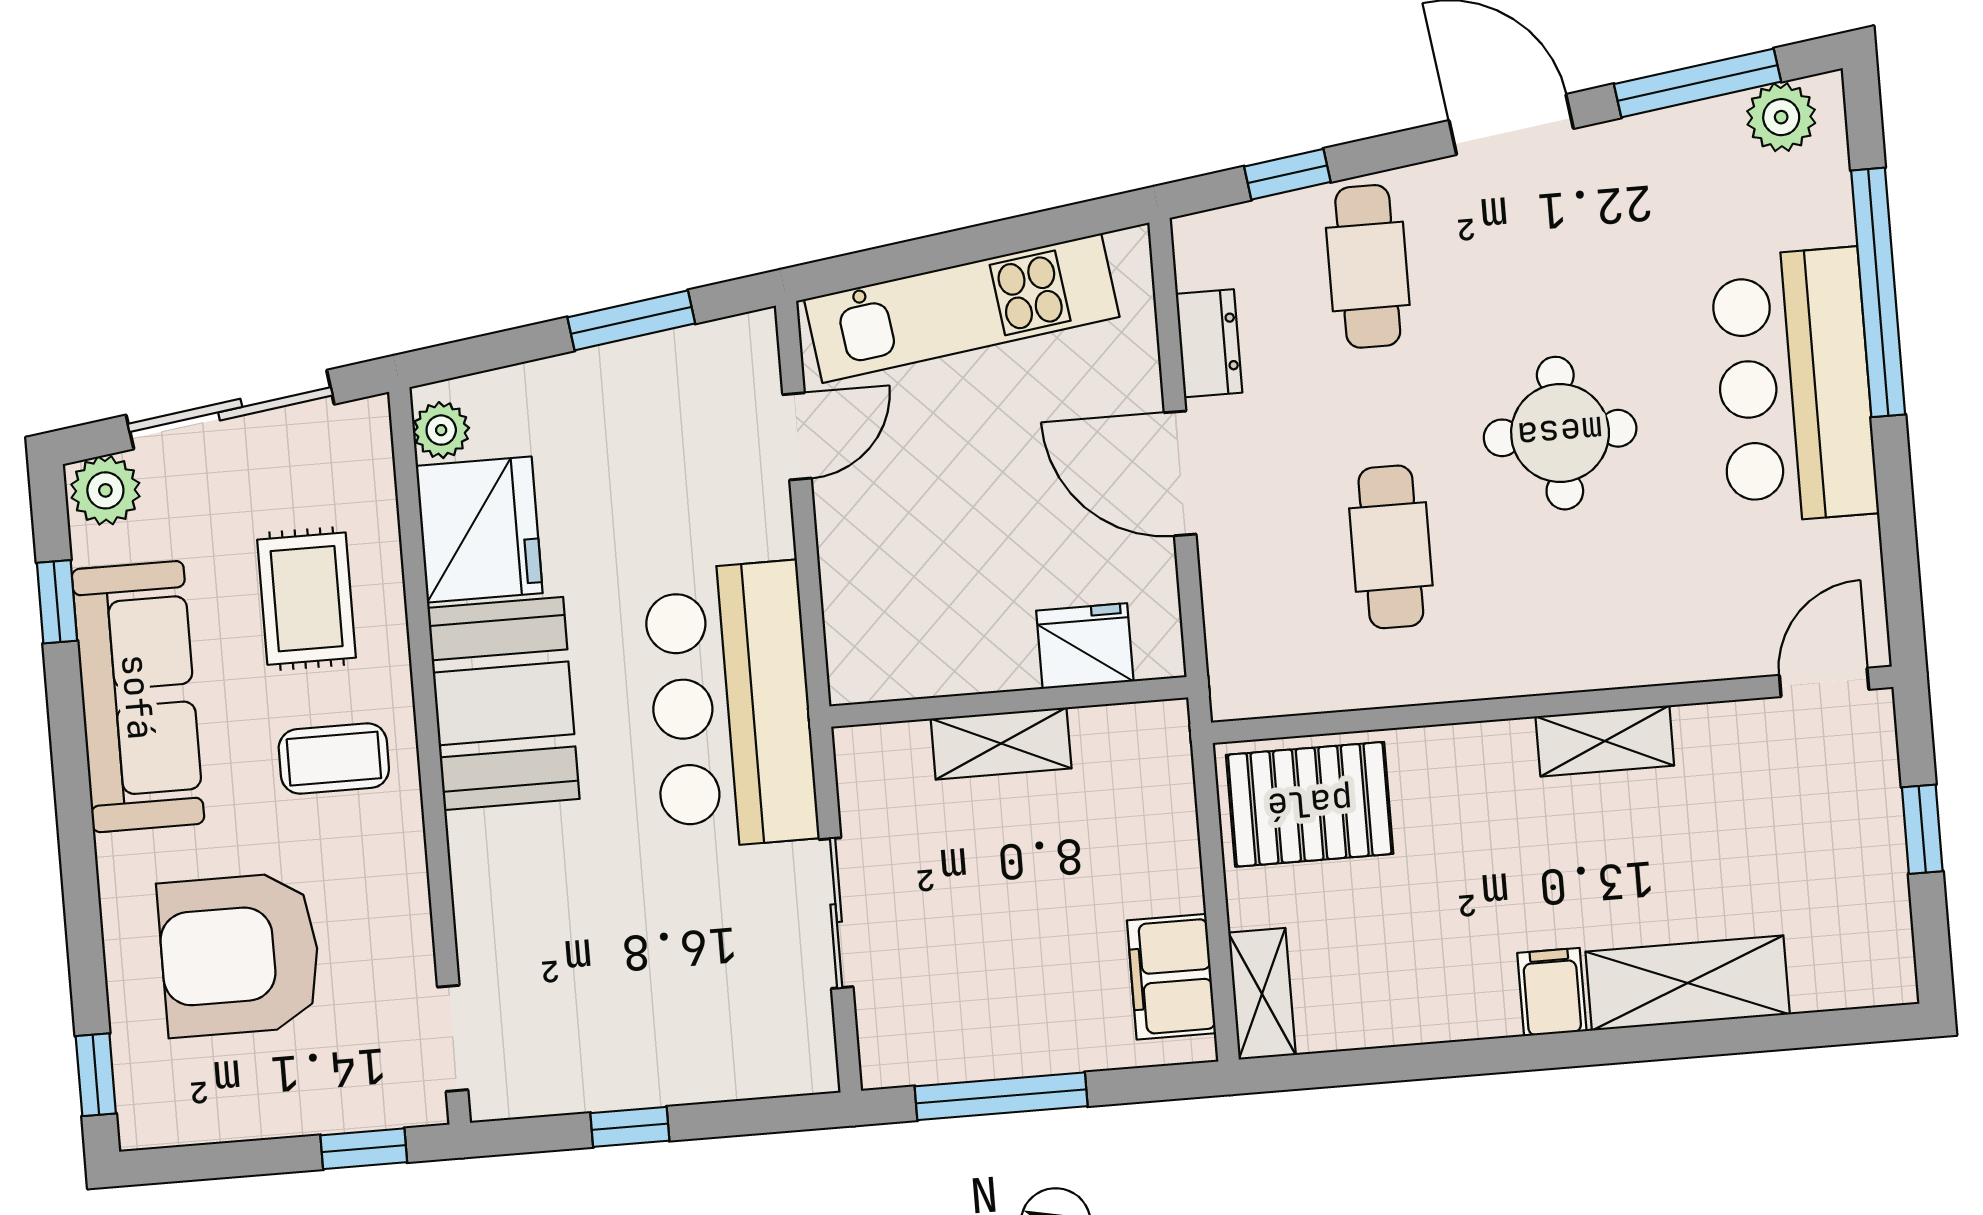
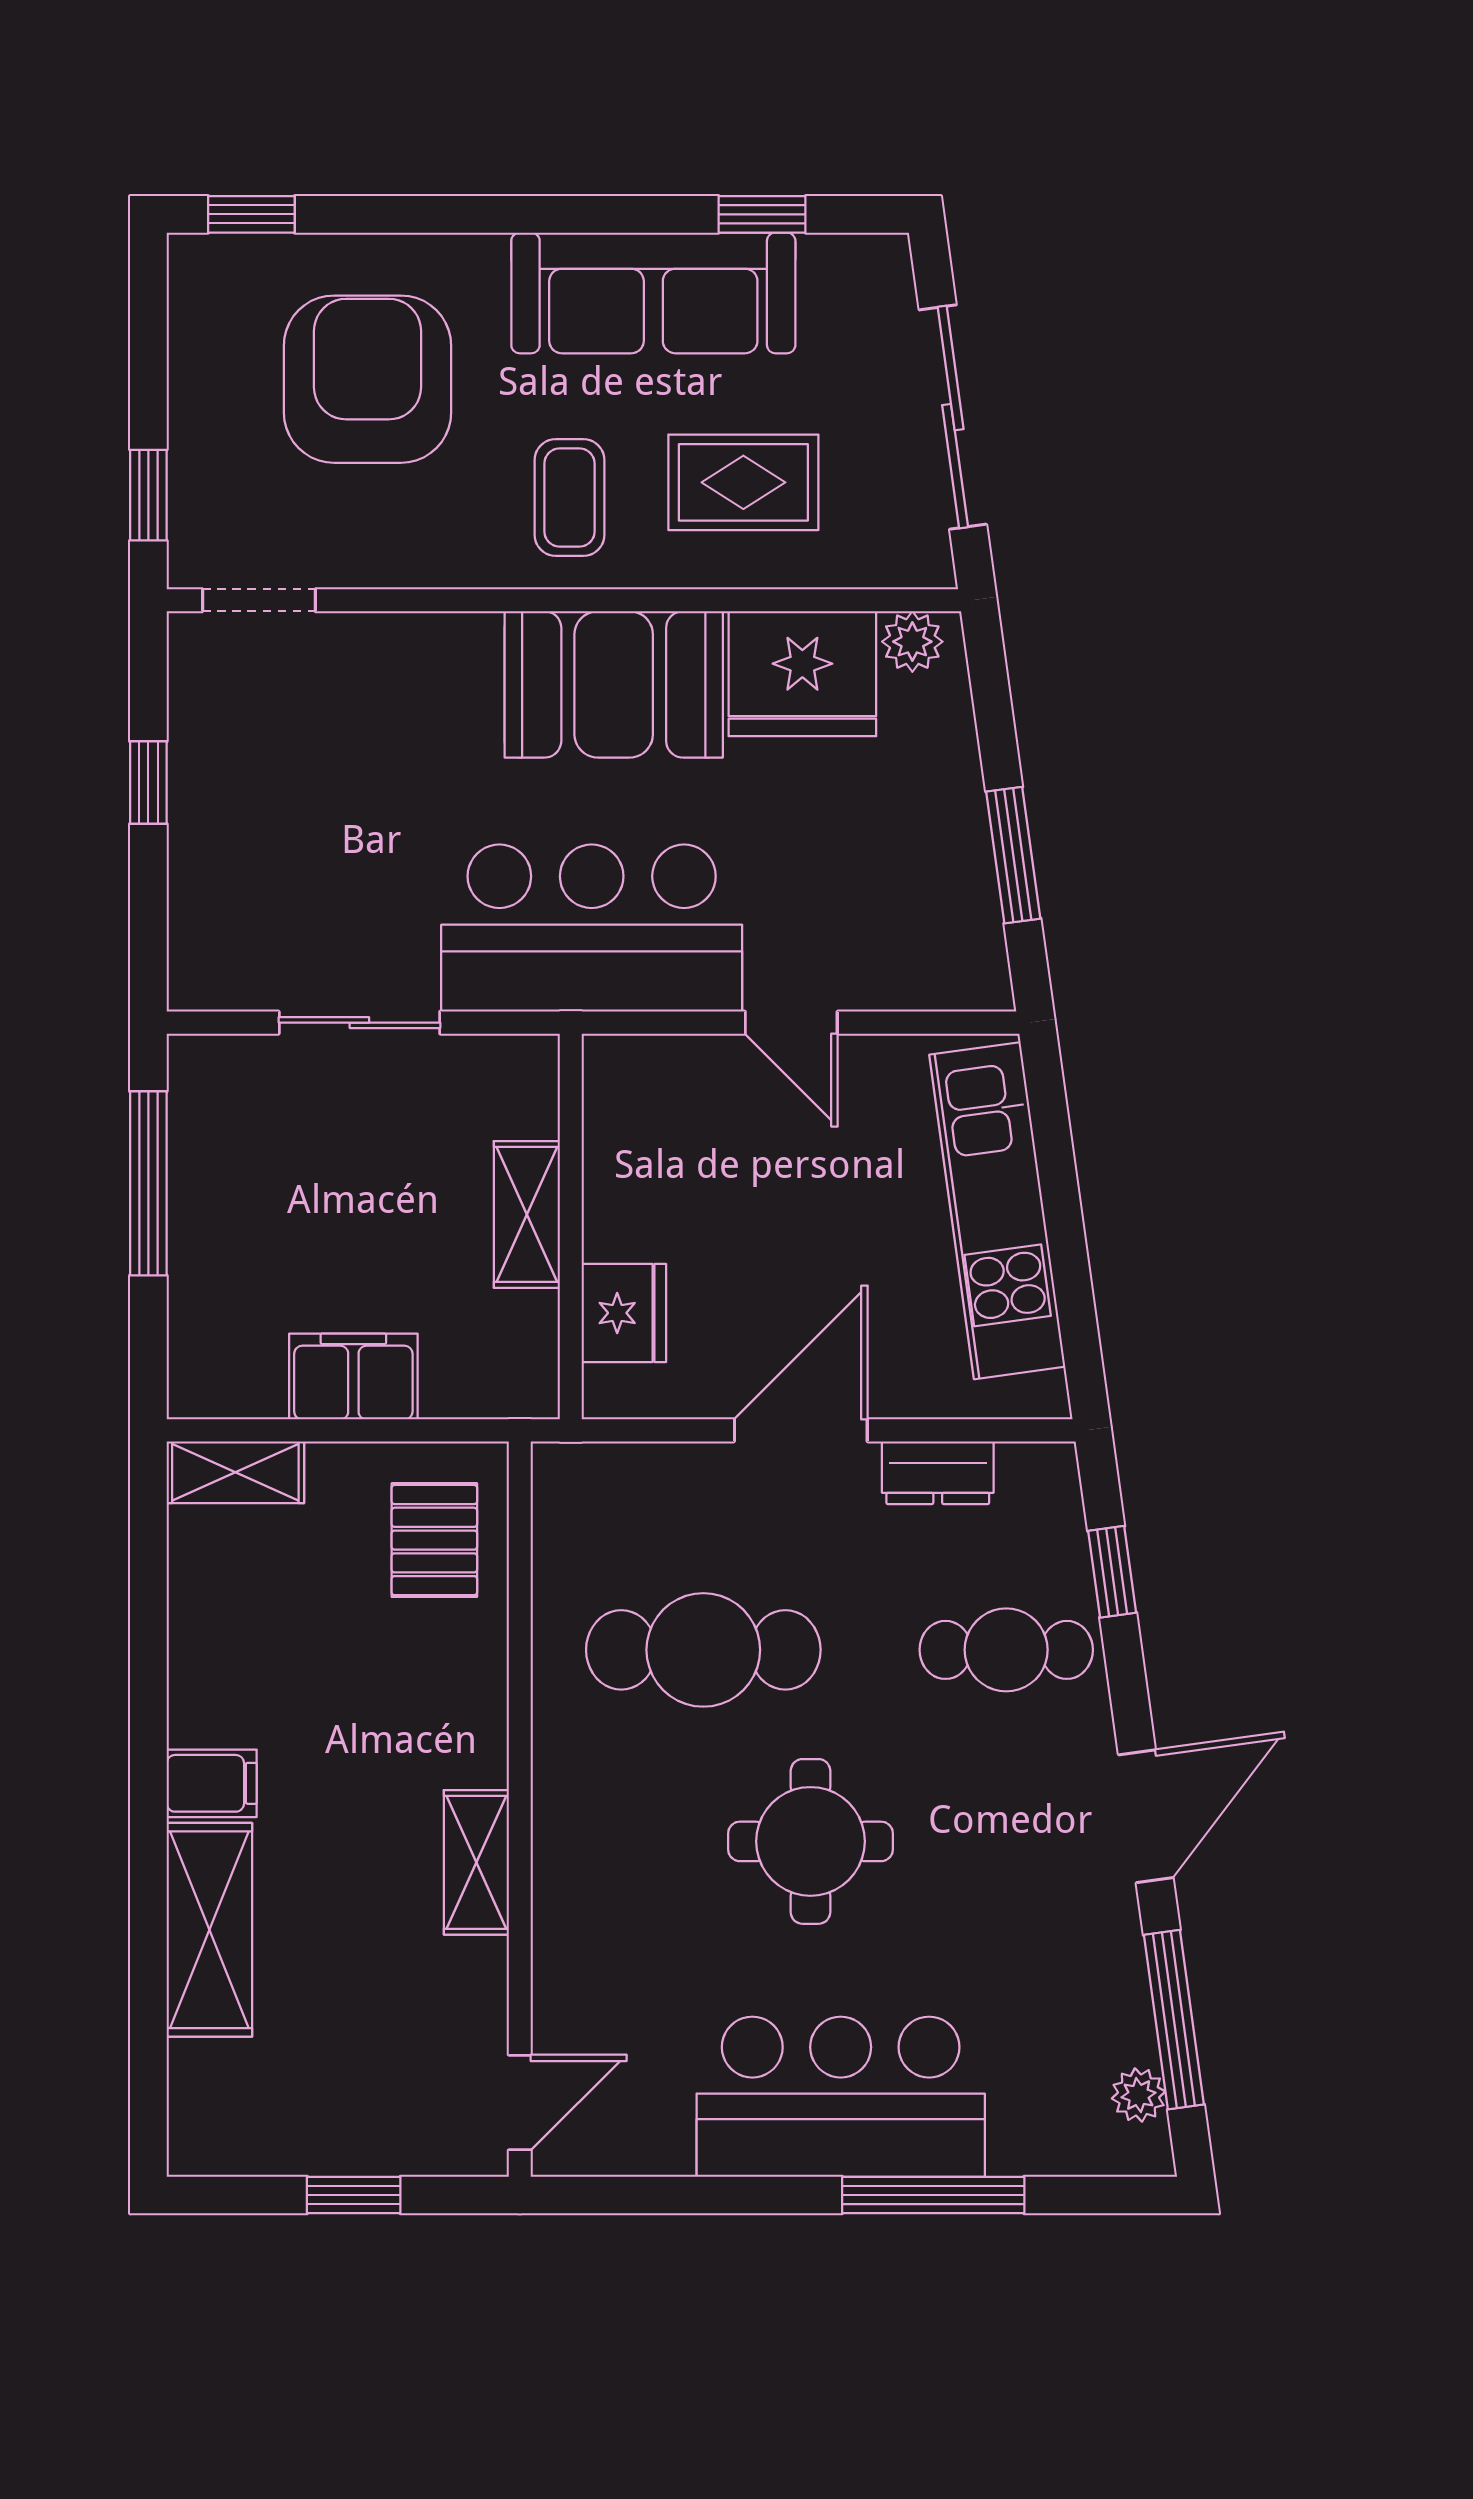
plant: (1781, 117) -> (1139, 2095), width x0.73, depth x0.73
window: (1878, 292) -> (933, 2195), width x0.68
door: (797, 436) -> (791, 1023), moved
plant: (105, 490) -> (877, 276), removed
cafe table: (1391, 547) -> (703, 1650), width x1.37, depth x1.35
door: (1824, 682) -> (520, 2103), hinge flipped
pallet: (1310, 804) -> (434, 1540), width x0.67, depth x0.71
filing cabinet: (1171, 977) -> (353, 1377), moved

